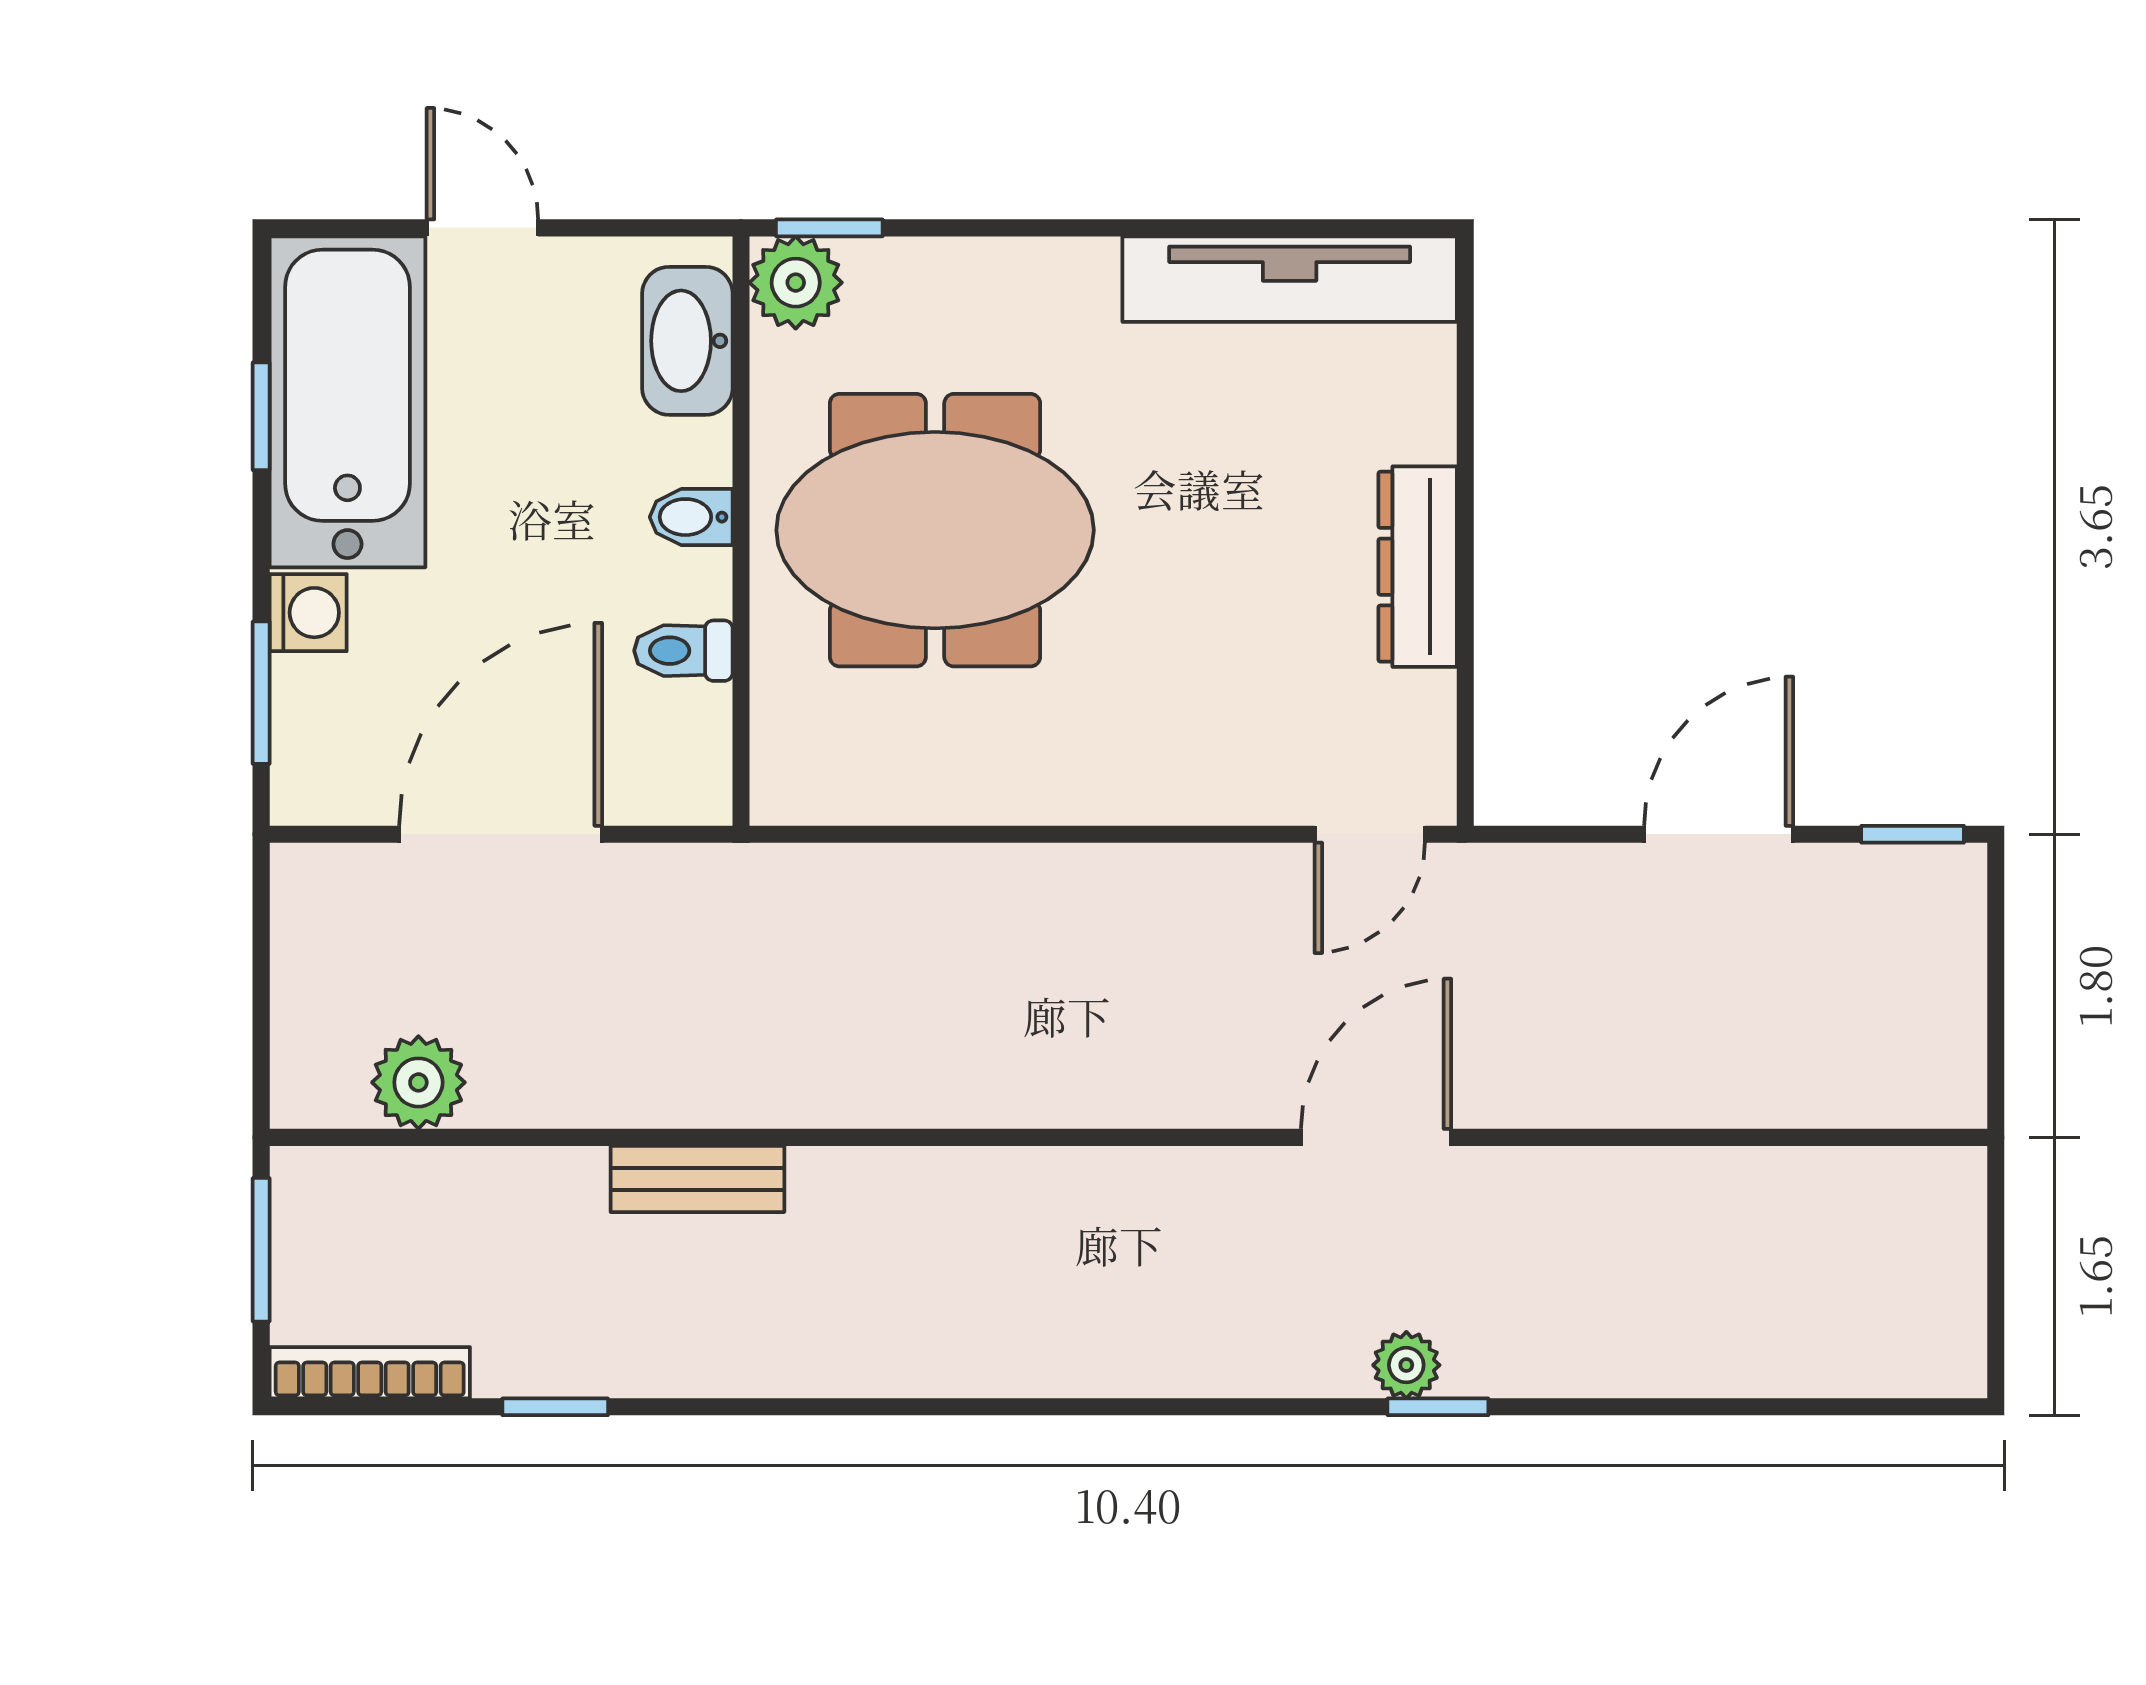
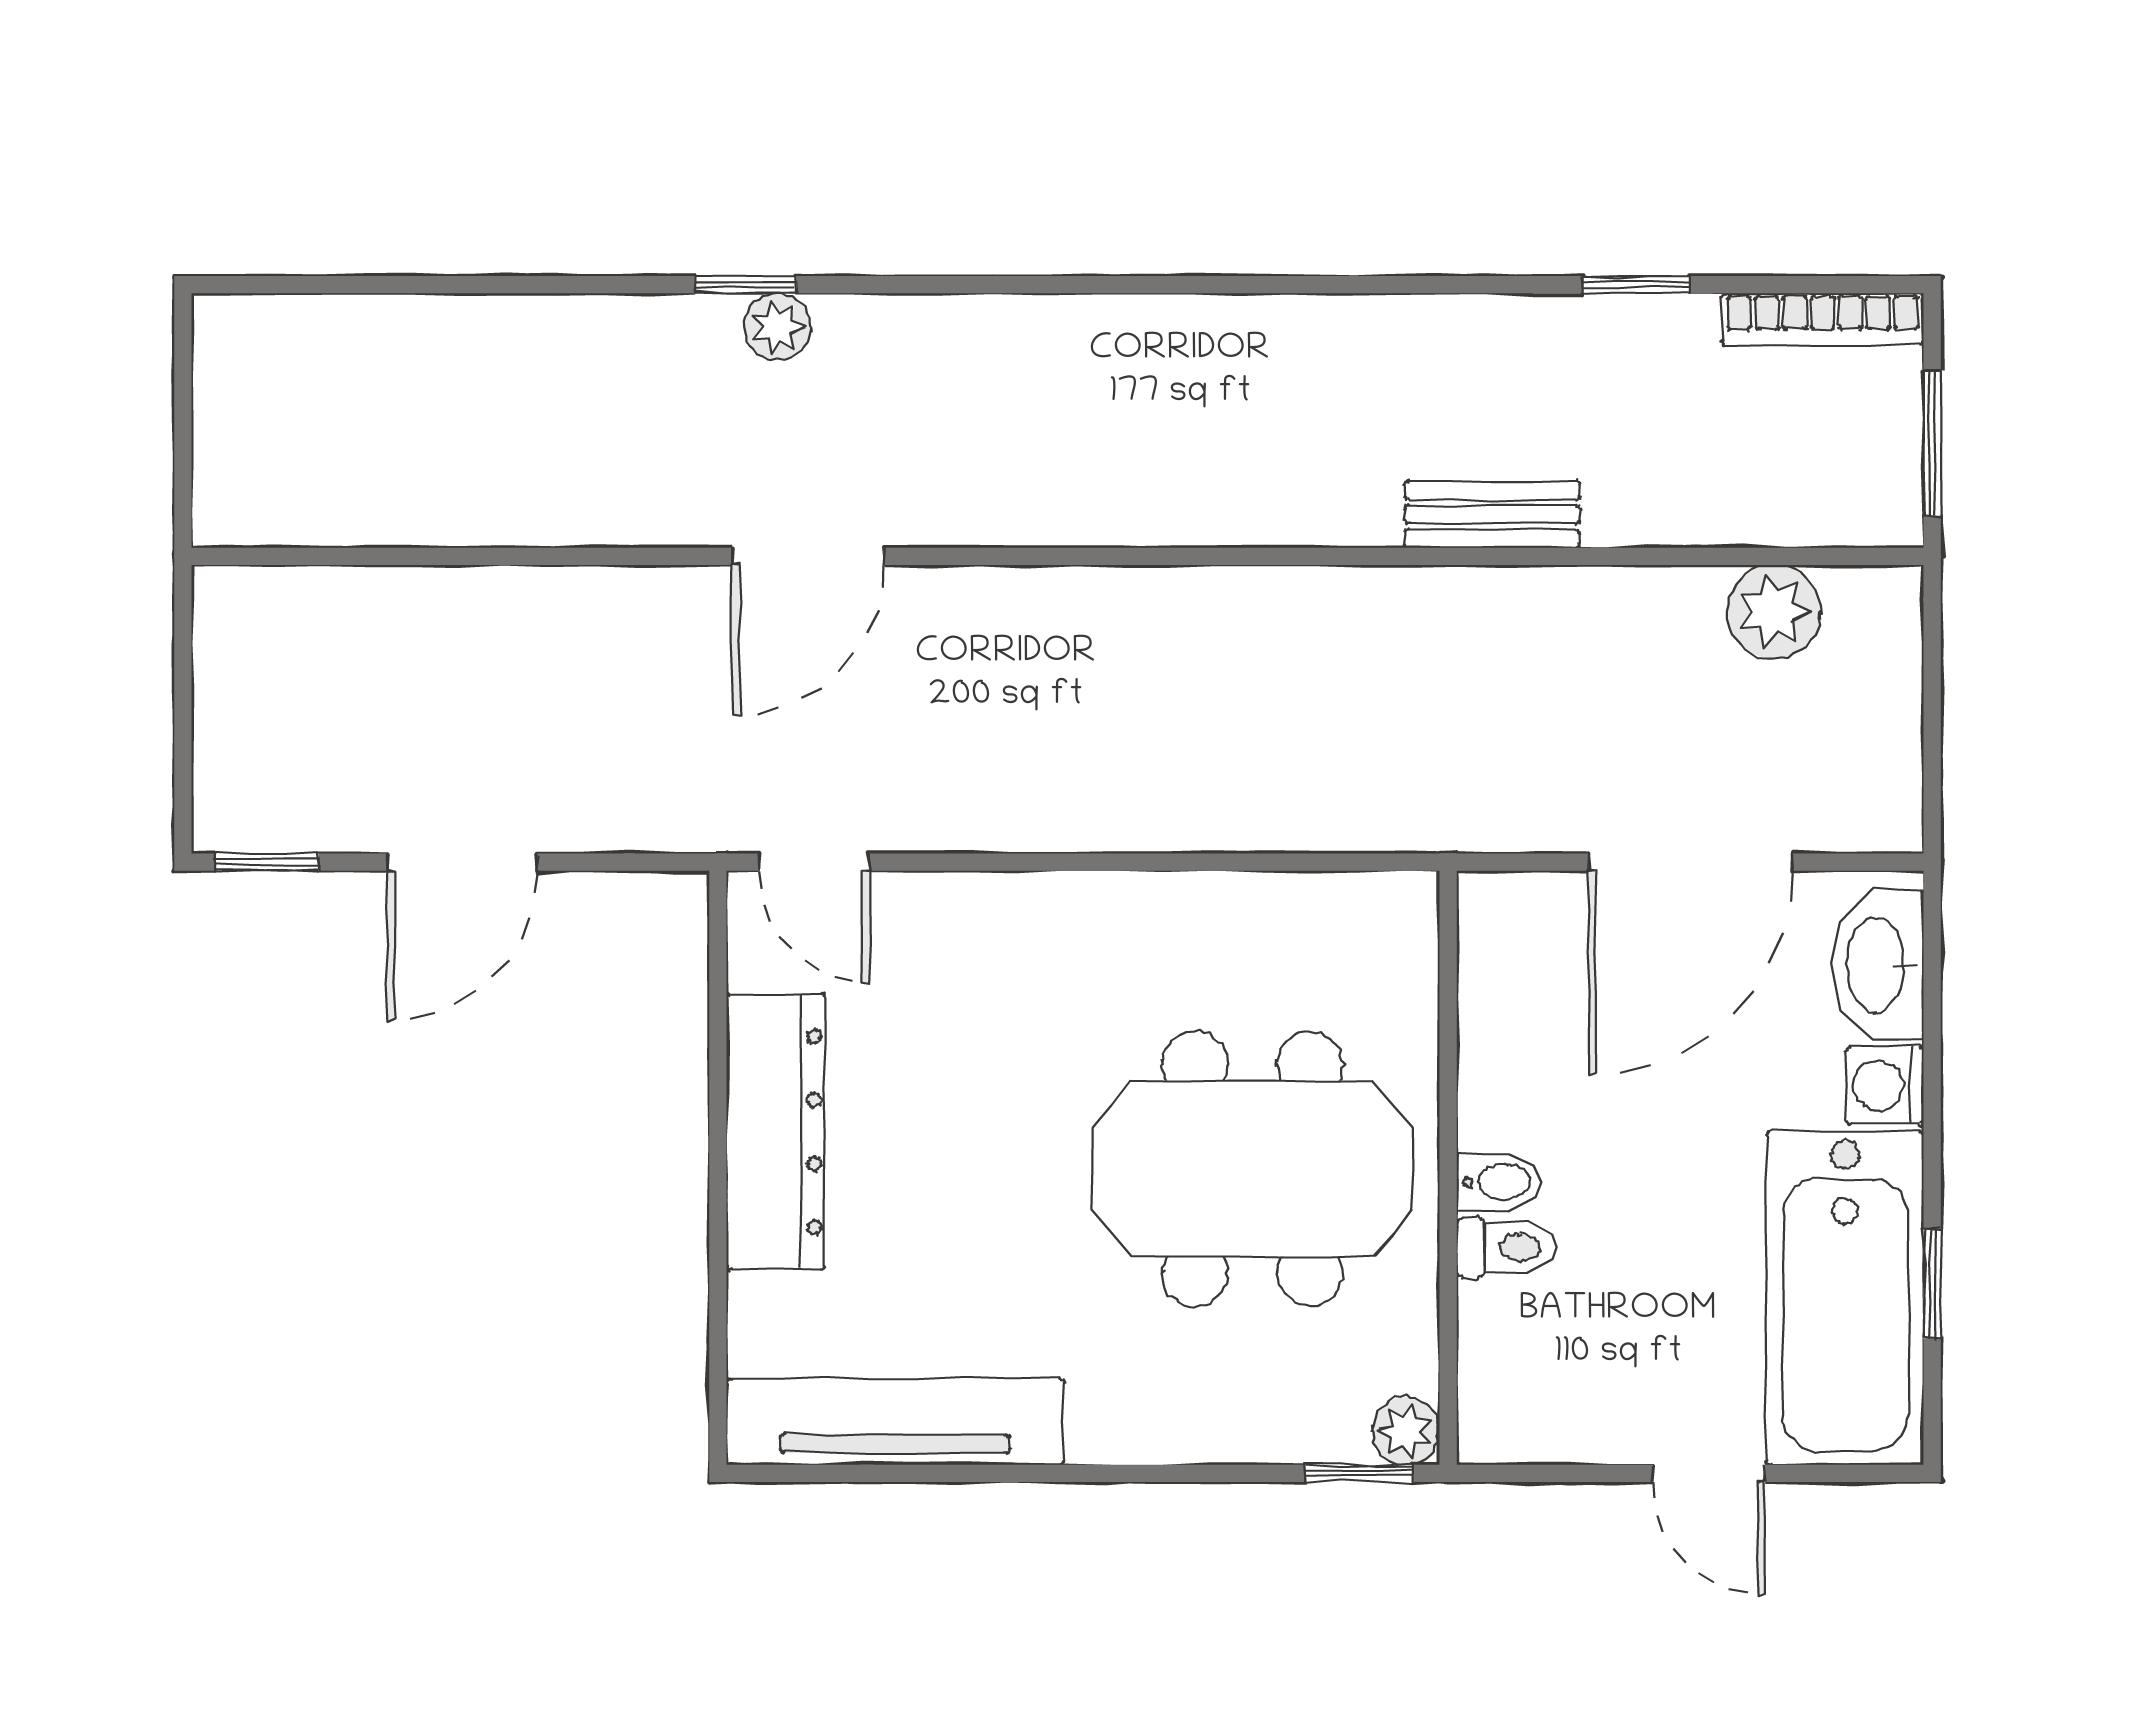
plant: (796, 283) -> (1406, 1431), width x0.73, depth x0.73
washbasin: (687, 341) -> (1878, 965), moved, turned 180
dresser: (1418, 567) -> (776, 1132), width x1.37, depth x1.24
toilet: (683, 651) -> (1506, 1248), moved
window: (261, 693) -> (1932, 1005), removed
door: (1370, 834) -> (814, 862), swing flipped

